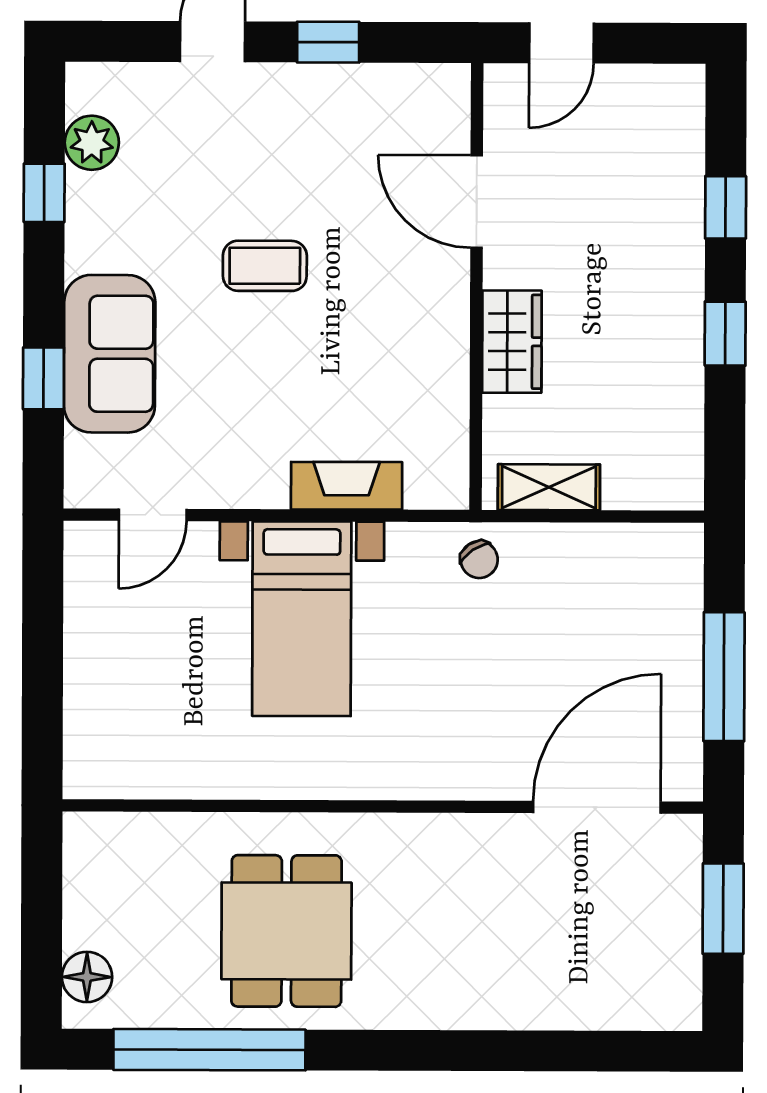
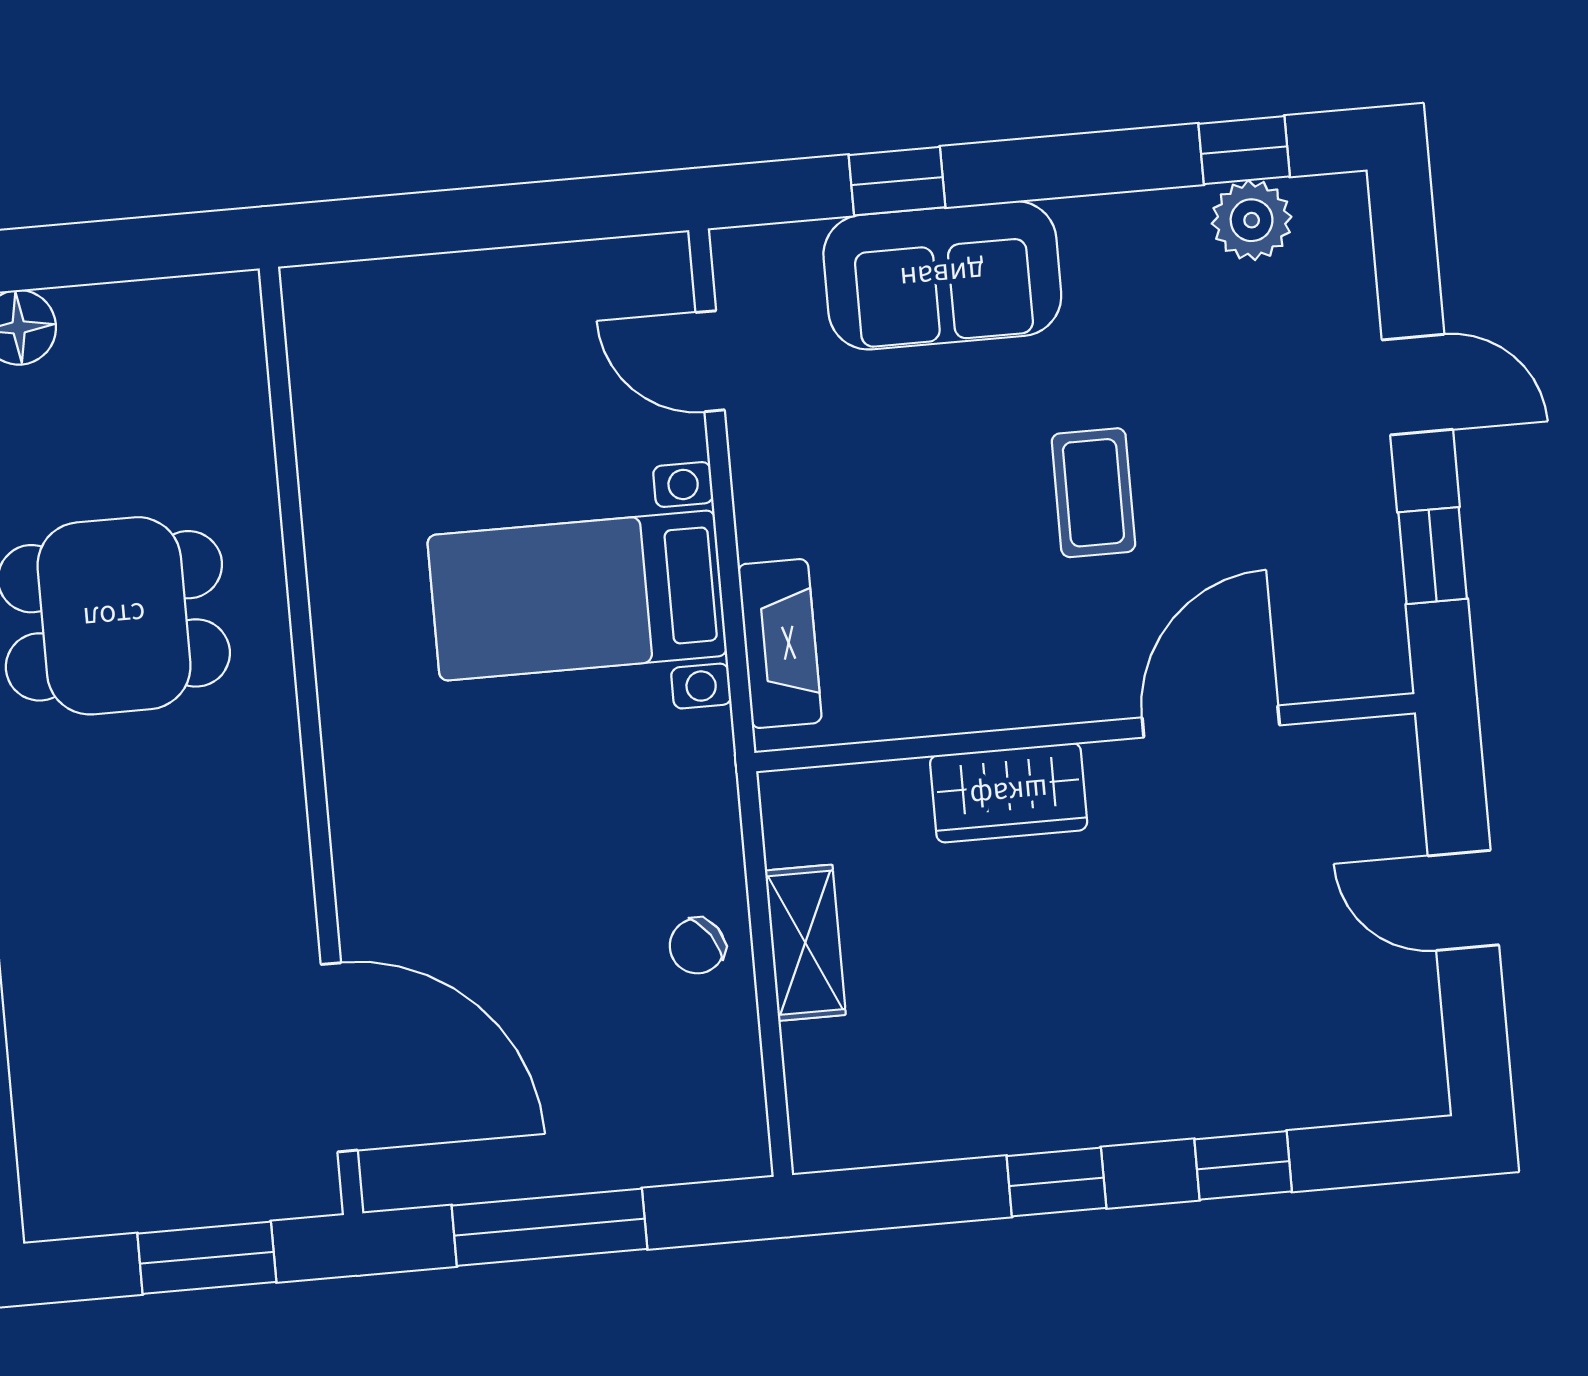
window: (44, 193) -> (1244, 150), moved
door: (477, 201) -> (1211, 721), moved
wall: (476, 286) -> (1085, 733), moved
wardrobe: (512, 342) -> (1009, 793), moved
chair: (479, 560) -> (697, 946), moved

